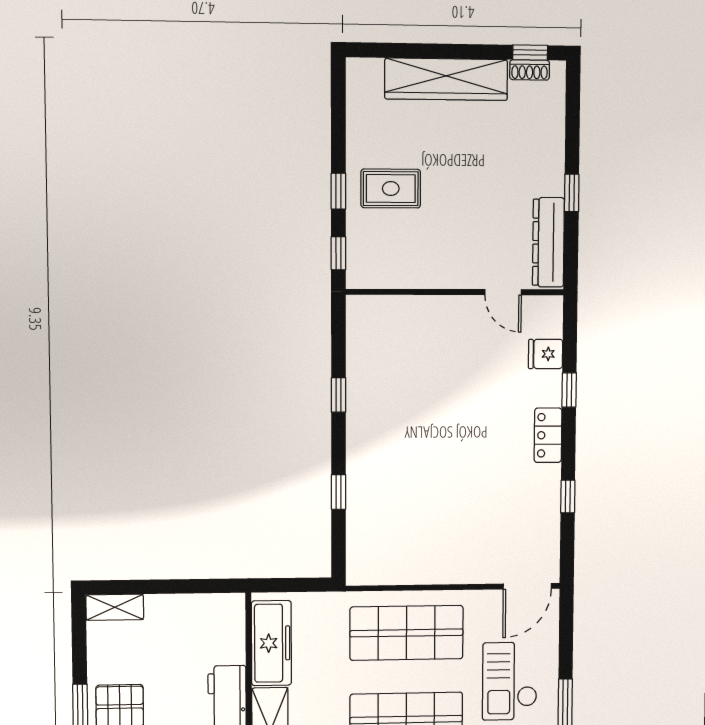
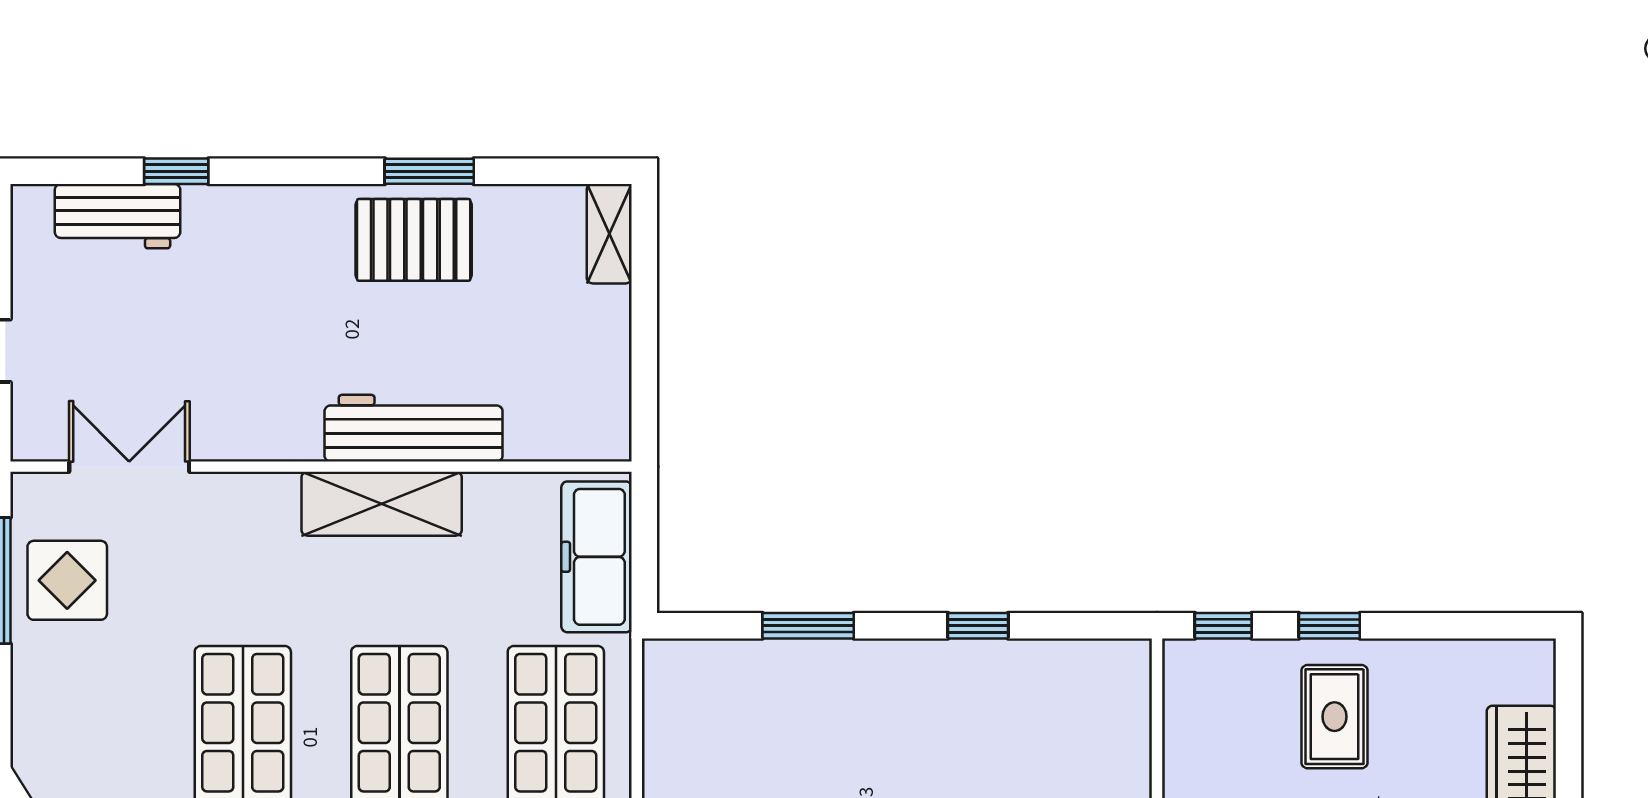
window: (339, 492) -> (808, 626), width x1.50
freezer: (271, 643) -> (597, 557), moved, turned 90

